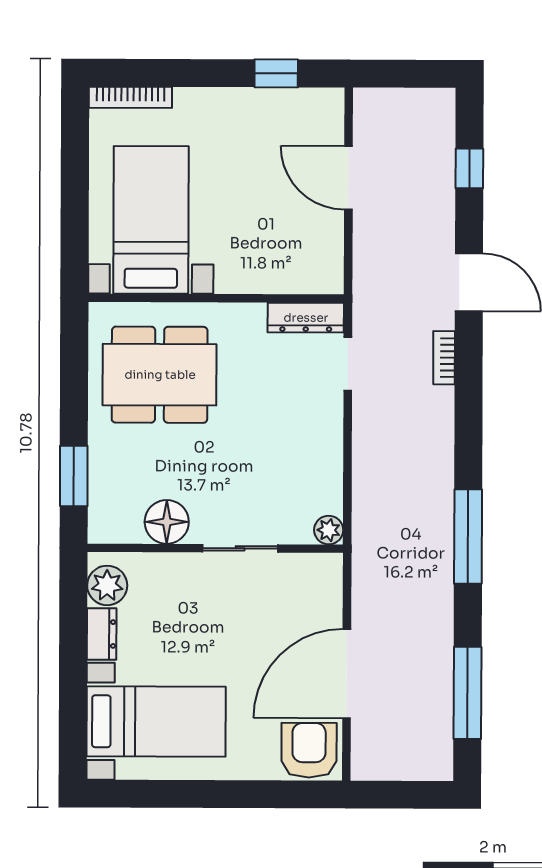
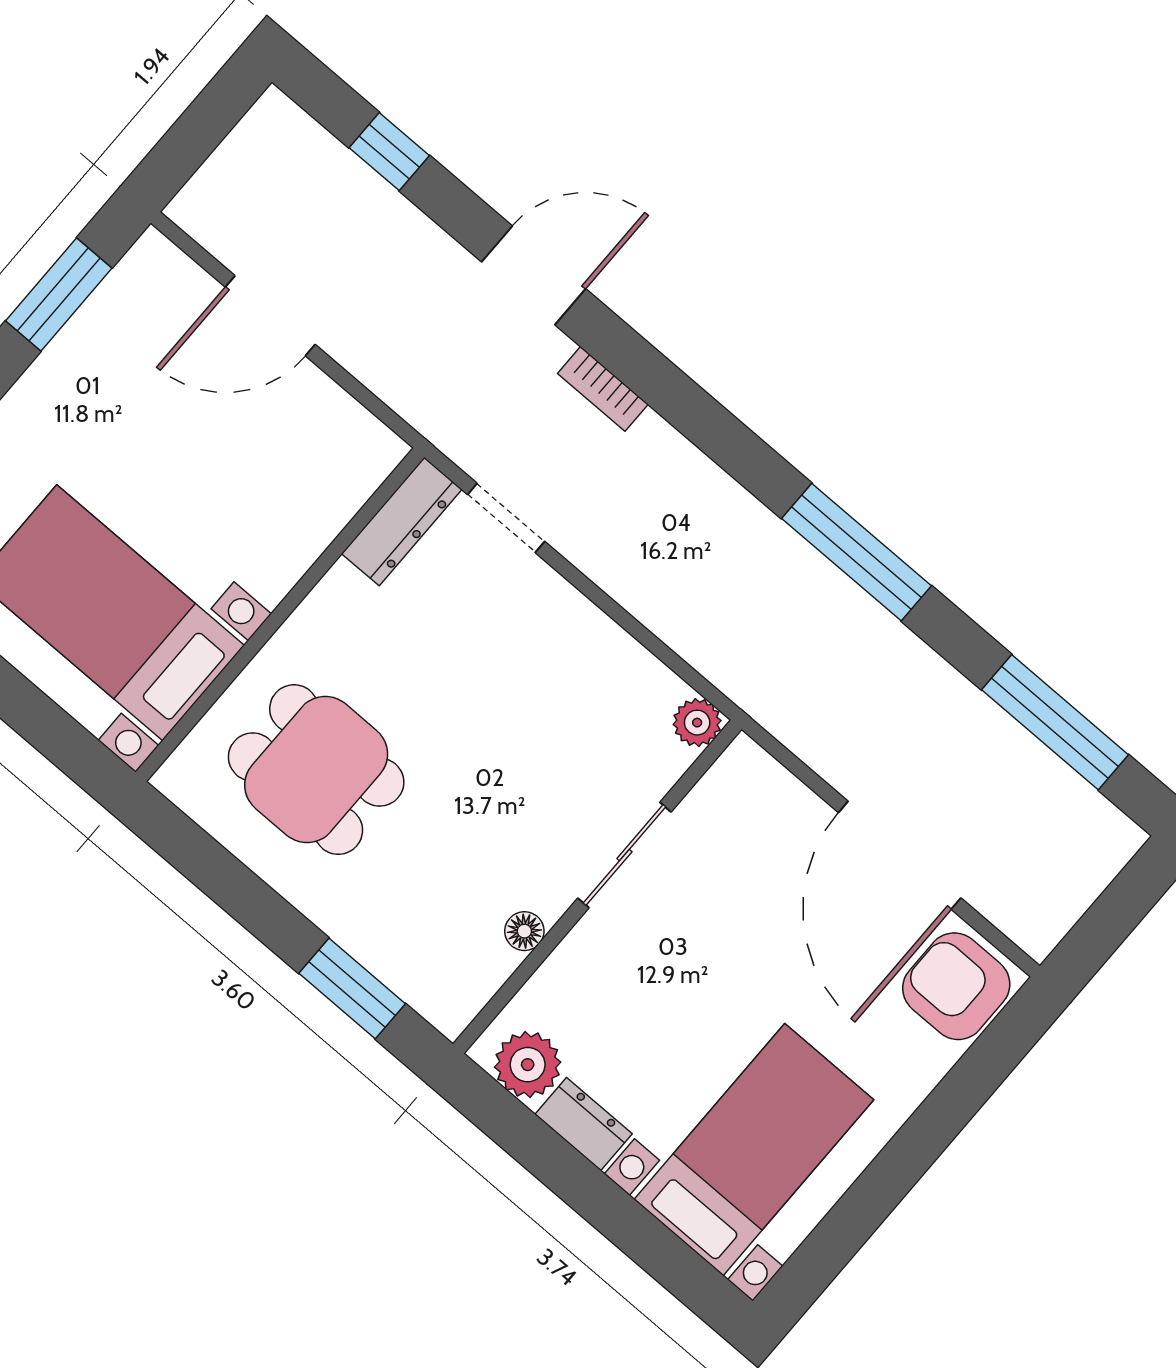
window: (276, 73) -> (59, 294), width x1.50
dining table: (160, 375) -> (316, 770), width x0.73
floor lamp: (167, 522) -> (524, 931), width x0.53, depth x0.53

